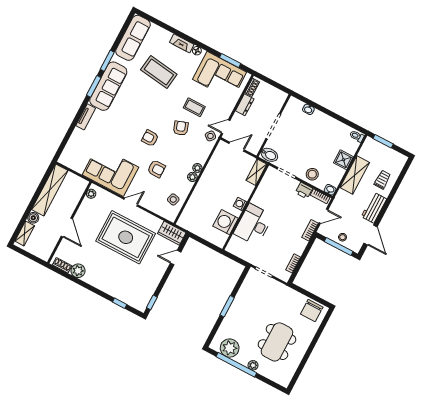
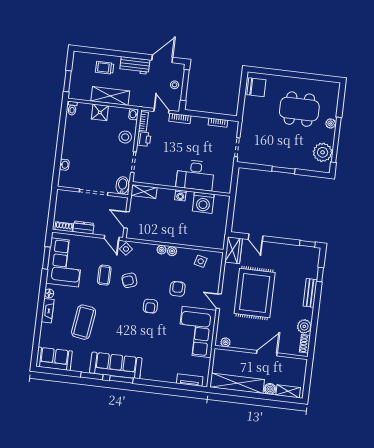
sofa: (133, 38) -> (54, 359), width x0.73
tv unit: (86, 117) -> (190, 380), moved
bench: (107, 288) -> (310, 293), added

